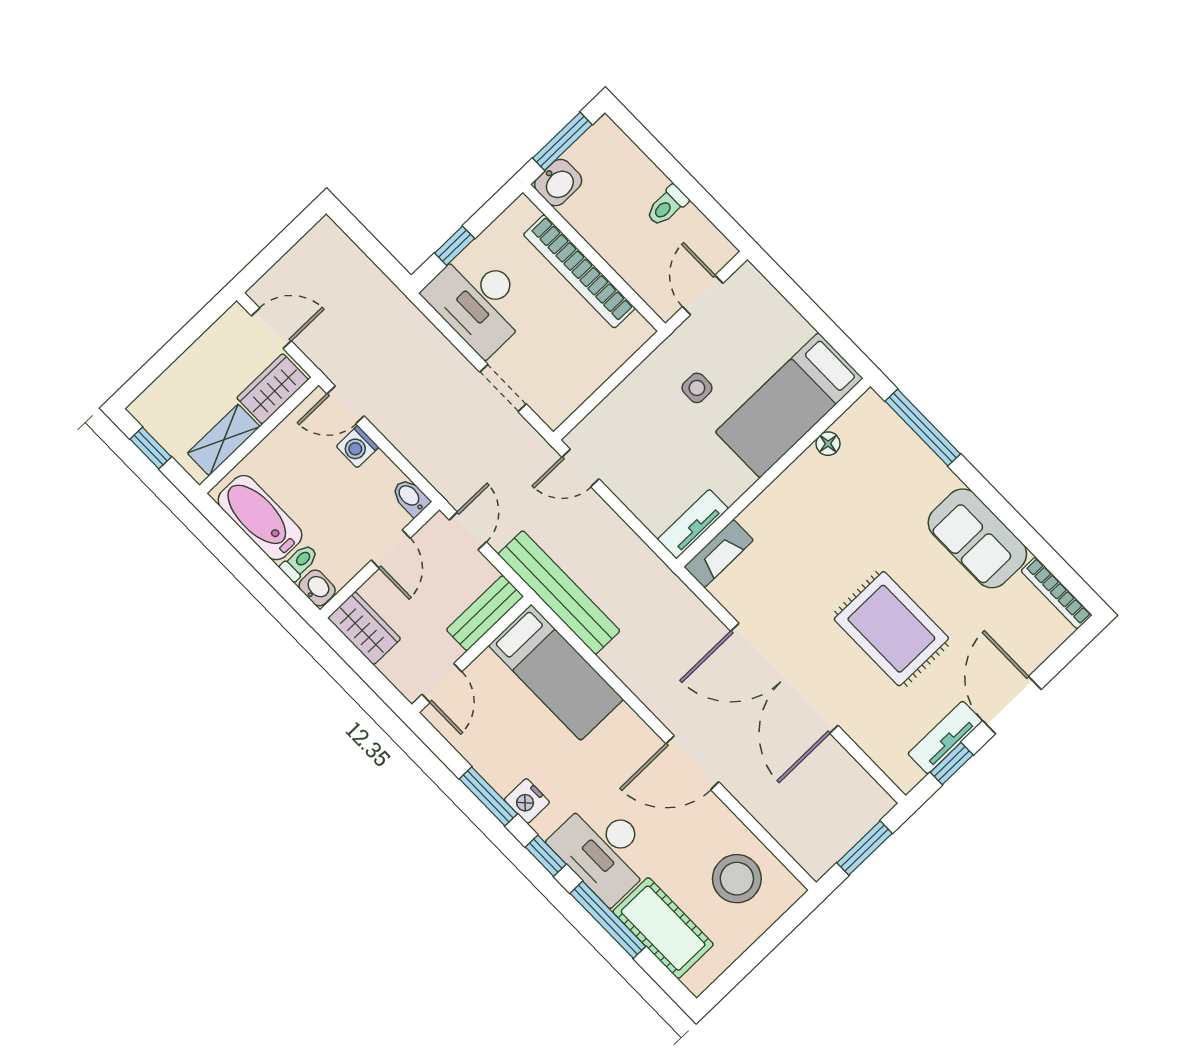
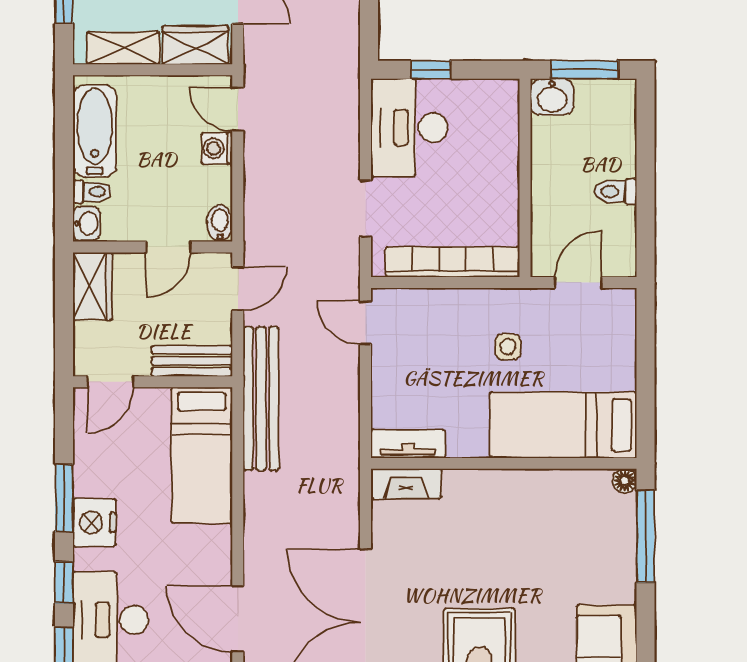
bookcase: (579, 271) -> (453, 262), moved, turned 90
floor lamp: (828, 444) -> (625, 481), moved
nightstand: (527, 801) -> (94, 523), width x1.36, depth x1.33

